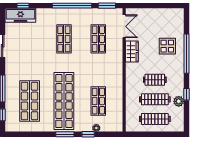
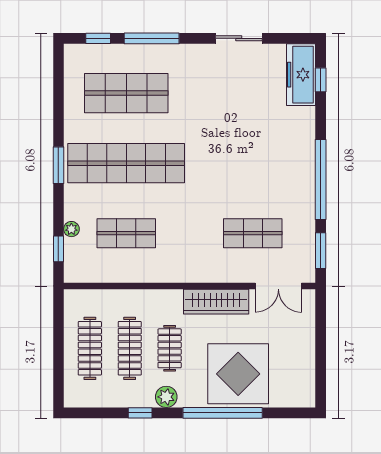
shop shelf: (64, 39) -> (253, 163), removed
display table: (167, 46) -> (238, 374), width x1.86, depth x1.86
wardrobe: (132, 52) -> (216, 302), width x1.50
plant: (179, 101) -> (166, 397), moved
window: (88, 134) -> (58, 249), moved

